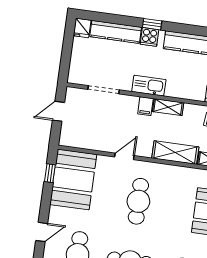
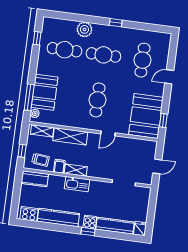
kitchen sink: (149, 86) -> (77, 184), moved
filing cabinet: (145, 106) -> (59, 166), moved

